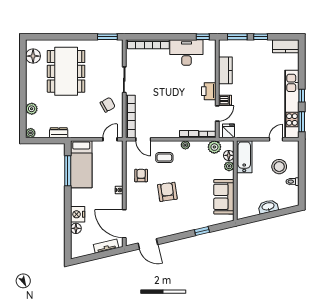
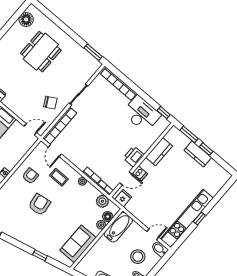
kitchen counter: (286, 46) -> (198, 154), moved
dining table: (66, 71) -> (41, 52), width x0.73, depth x0.80
window: (302, 122) -> (183, 238), removed
bidet: (291, 146) -> (160, 249), added

